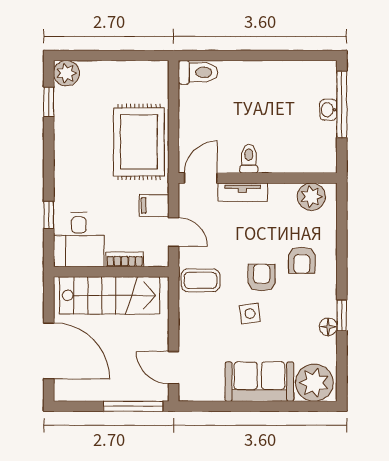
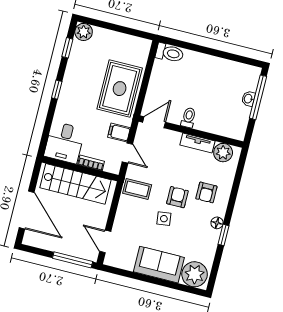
tv unit: (243, 192) -> (197, 143), moved
window: (49, 215) -> (57, 90), moved
floor lamp: (328, 327) -> (217, 223), moved

